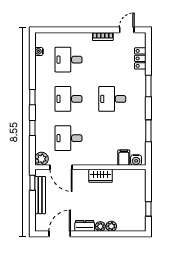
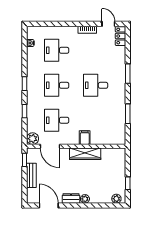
door: (127, 30) -> (108, 24), hinge flipped
locker: (140, 58) -> (121, 36), moved
filing cabinet: (124, 158) -> (85, 138), moved
water cooler: (136, 160) -> (117, 140), removed
wardrobe: (100, 176) -> (85, 154), width x1.50
bench: (40, 195) -> (31, 175), width x0.73
plant: (111, 226) -> (116, 199), moved
door: (60, 234) -> (49, 205), hinge flipped

